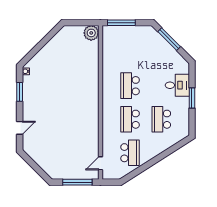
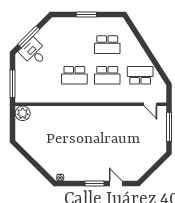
desk: (177, 85) -> (34, 52), moved, turned -45
window: (20, 92) -> (95, 184), moved

